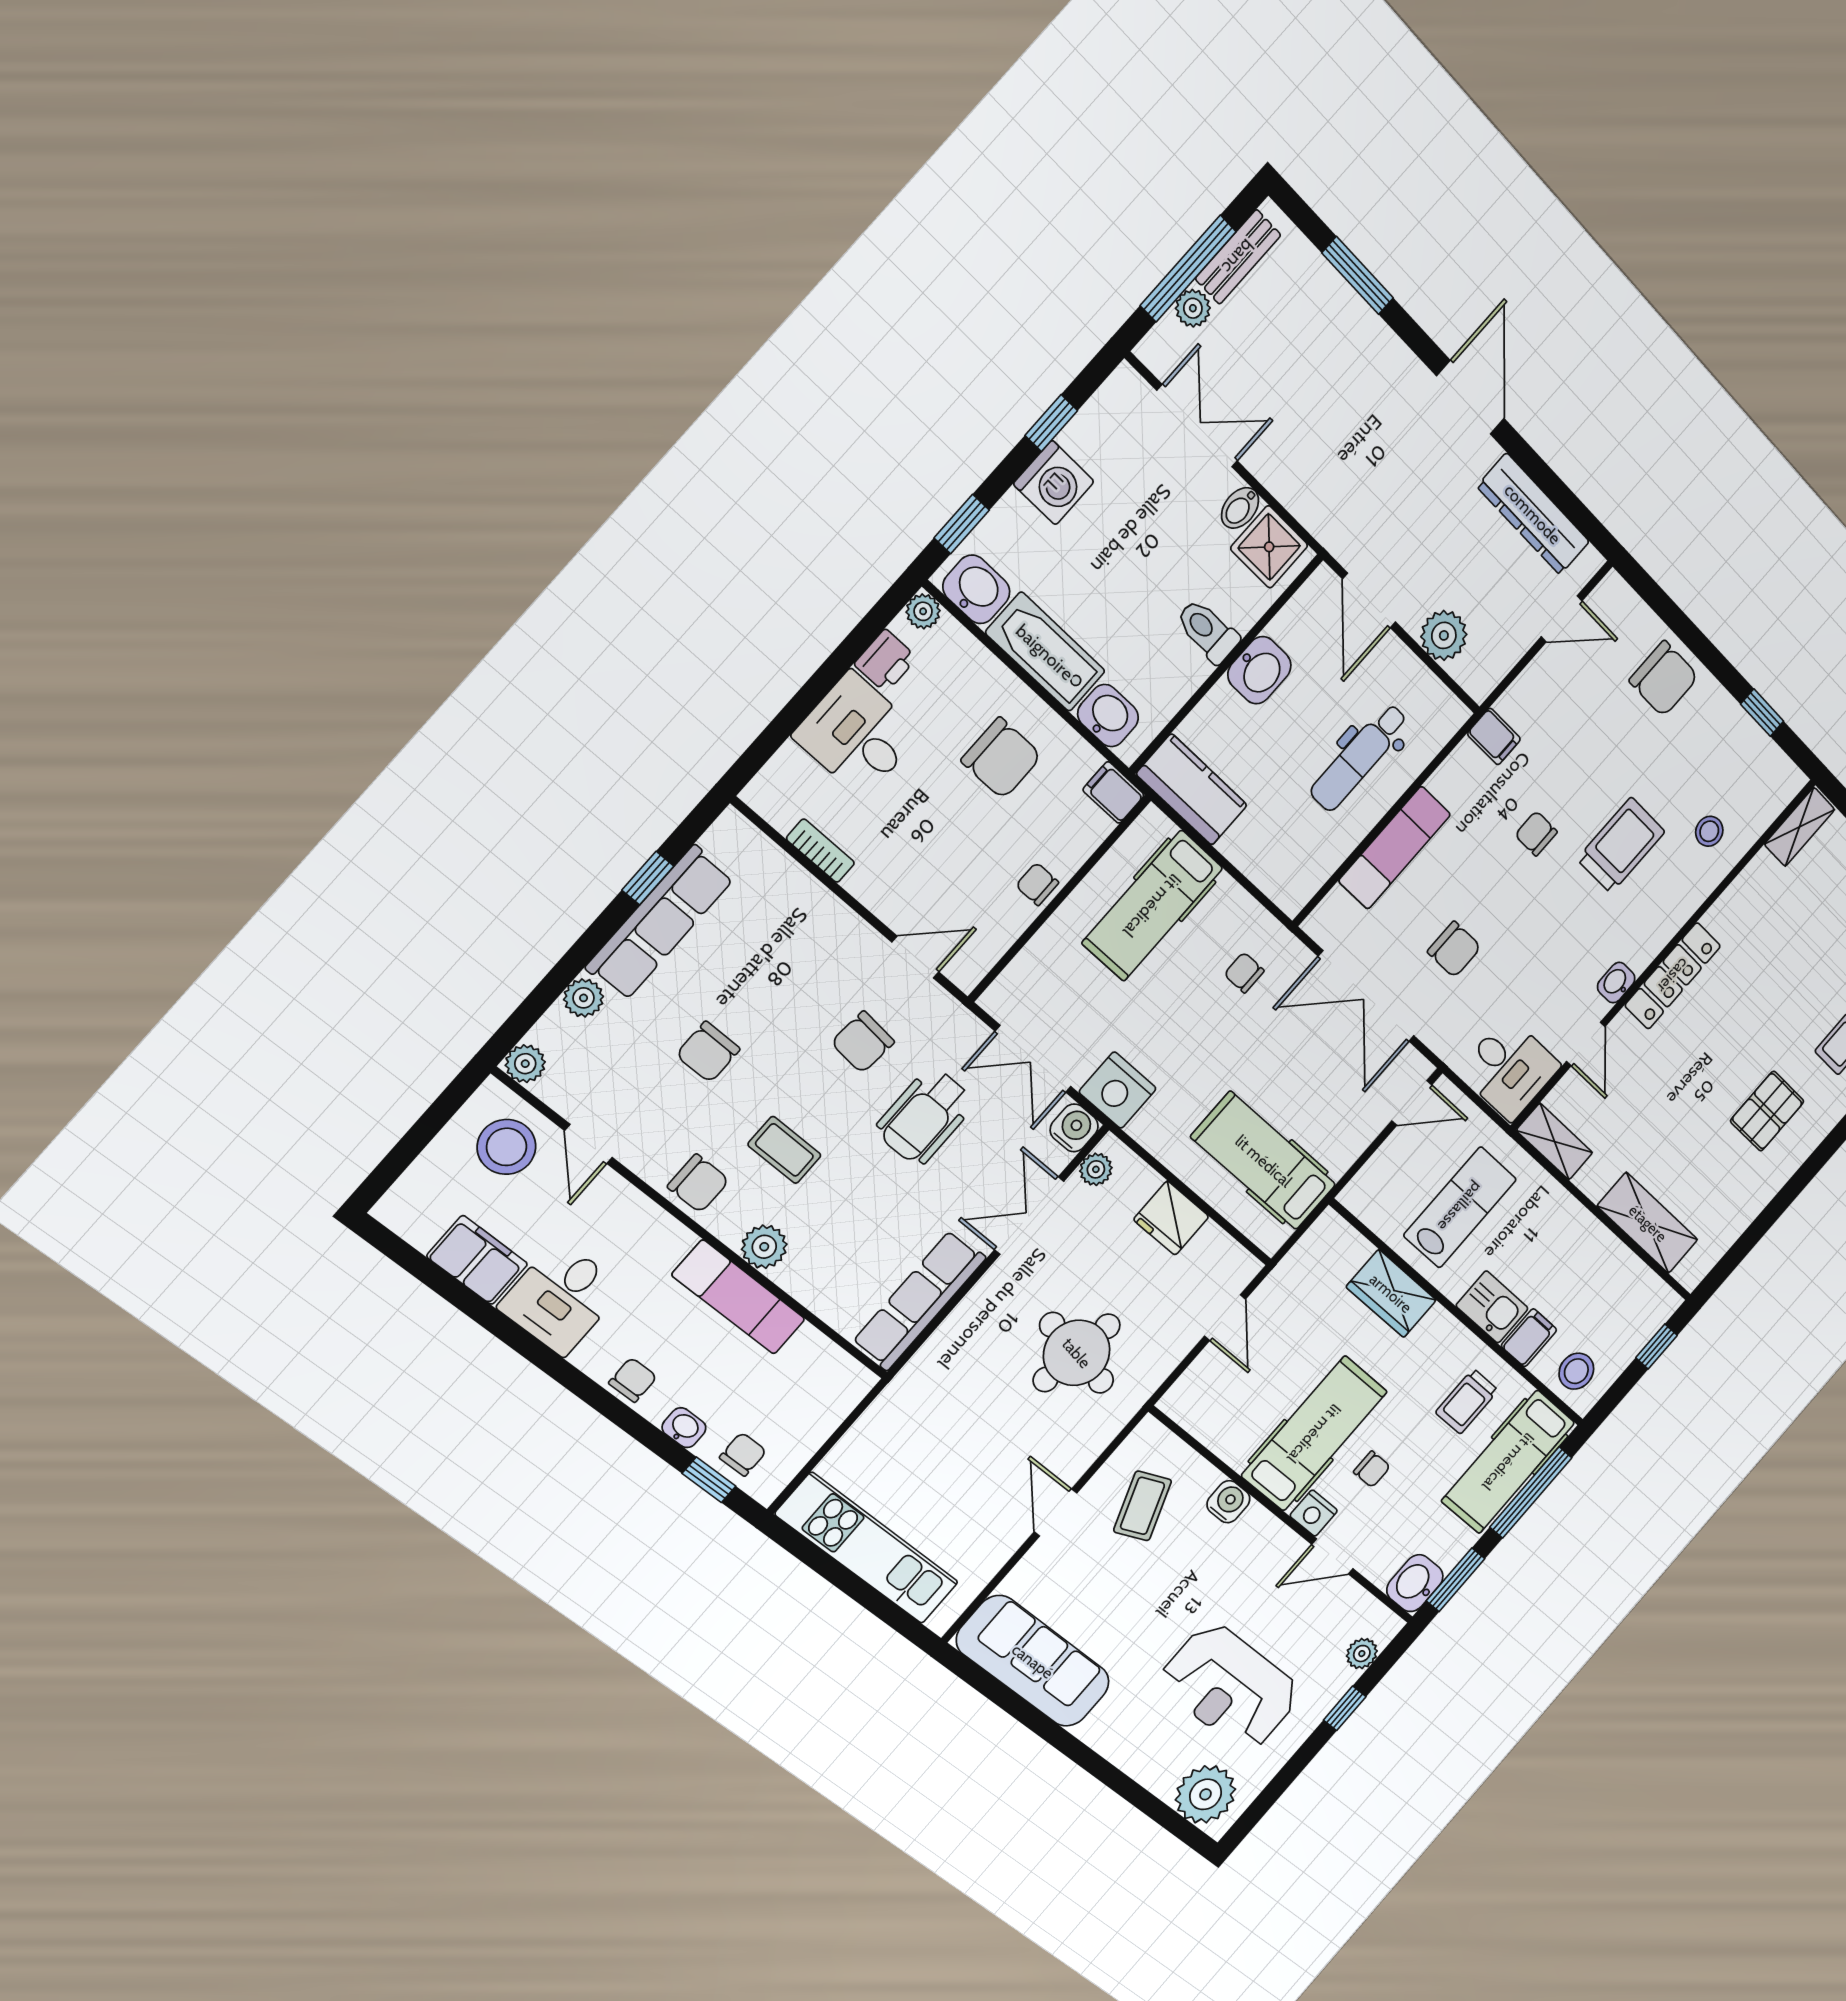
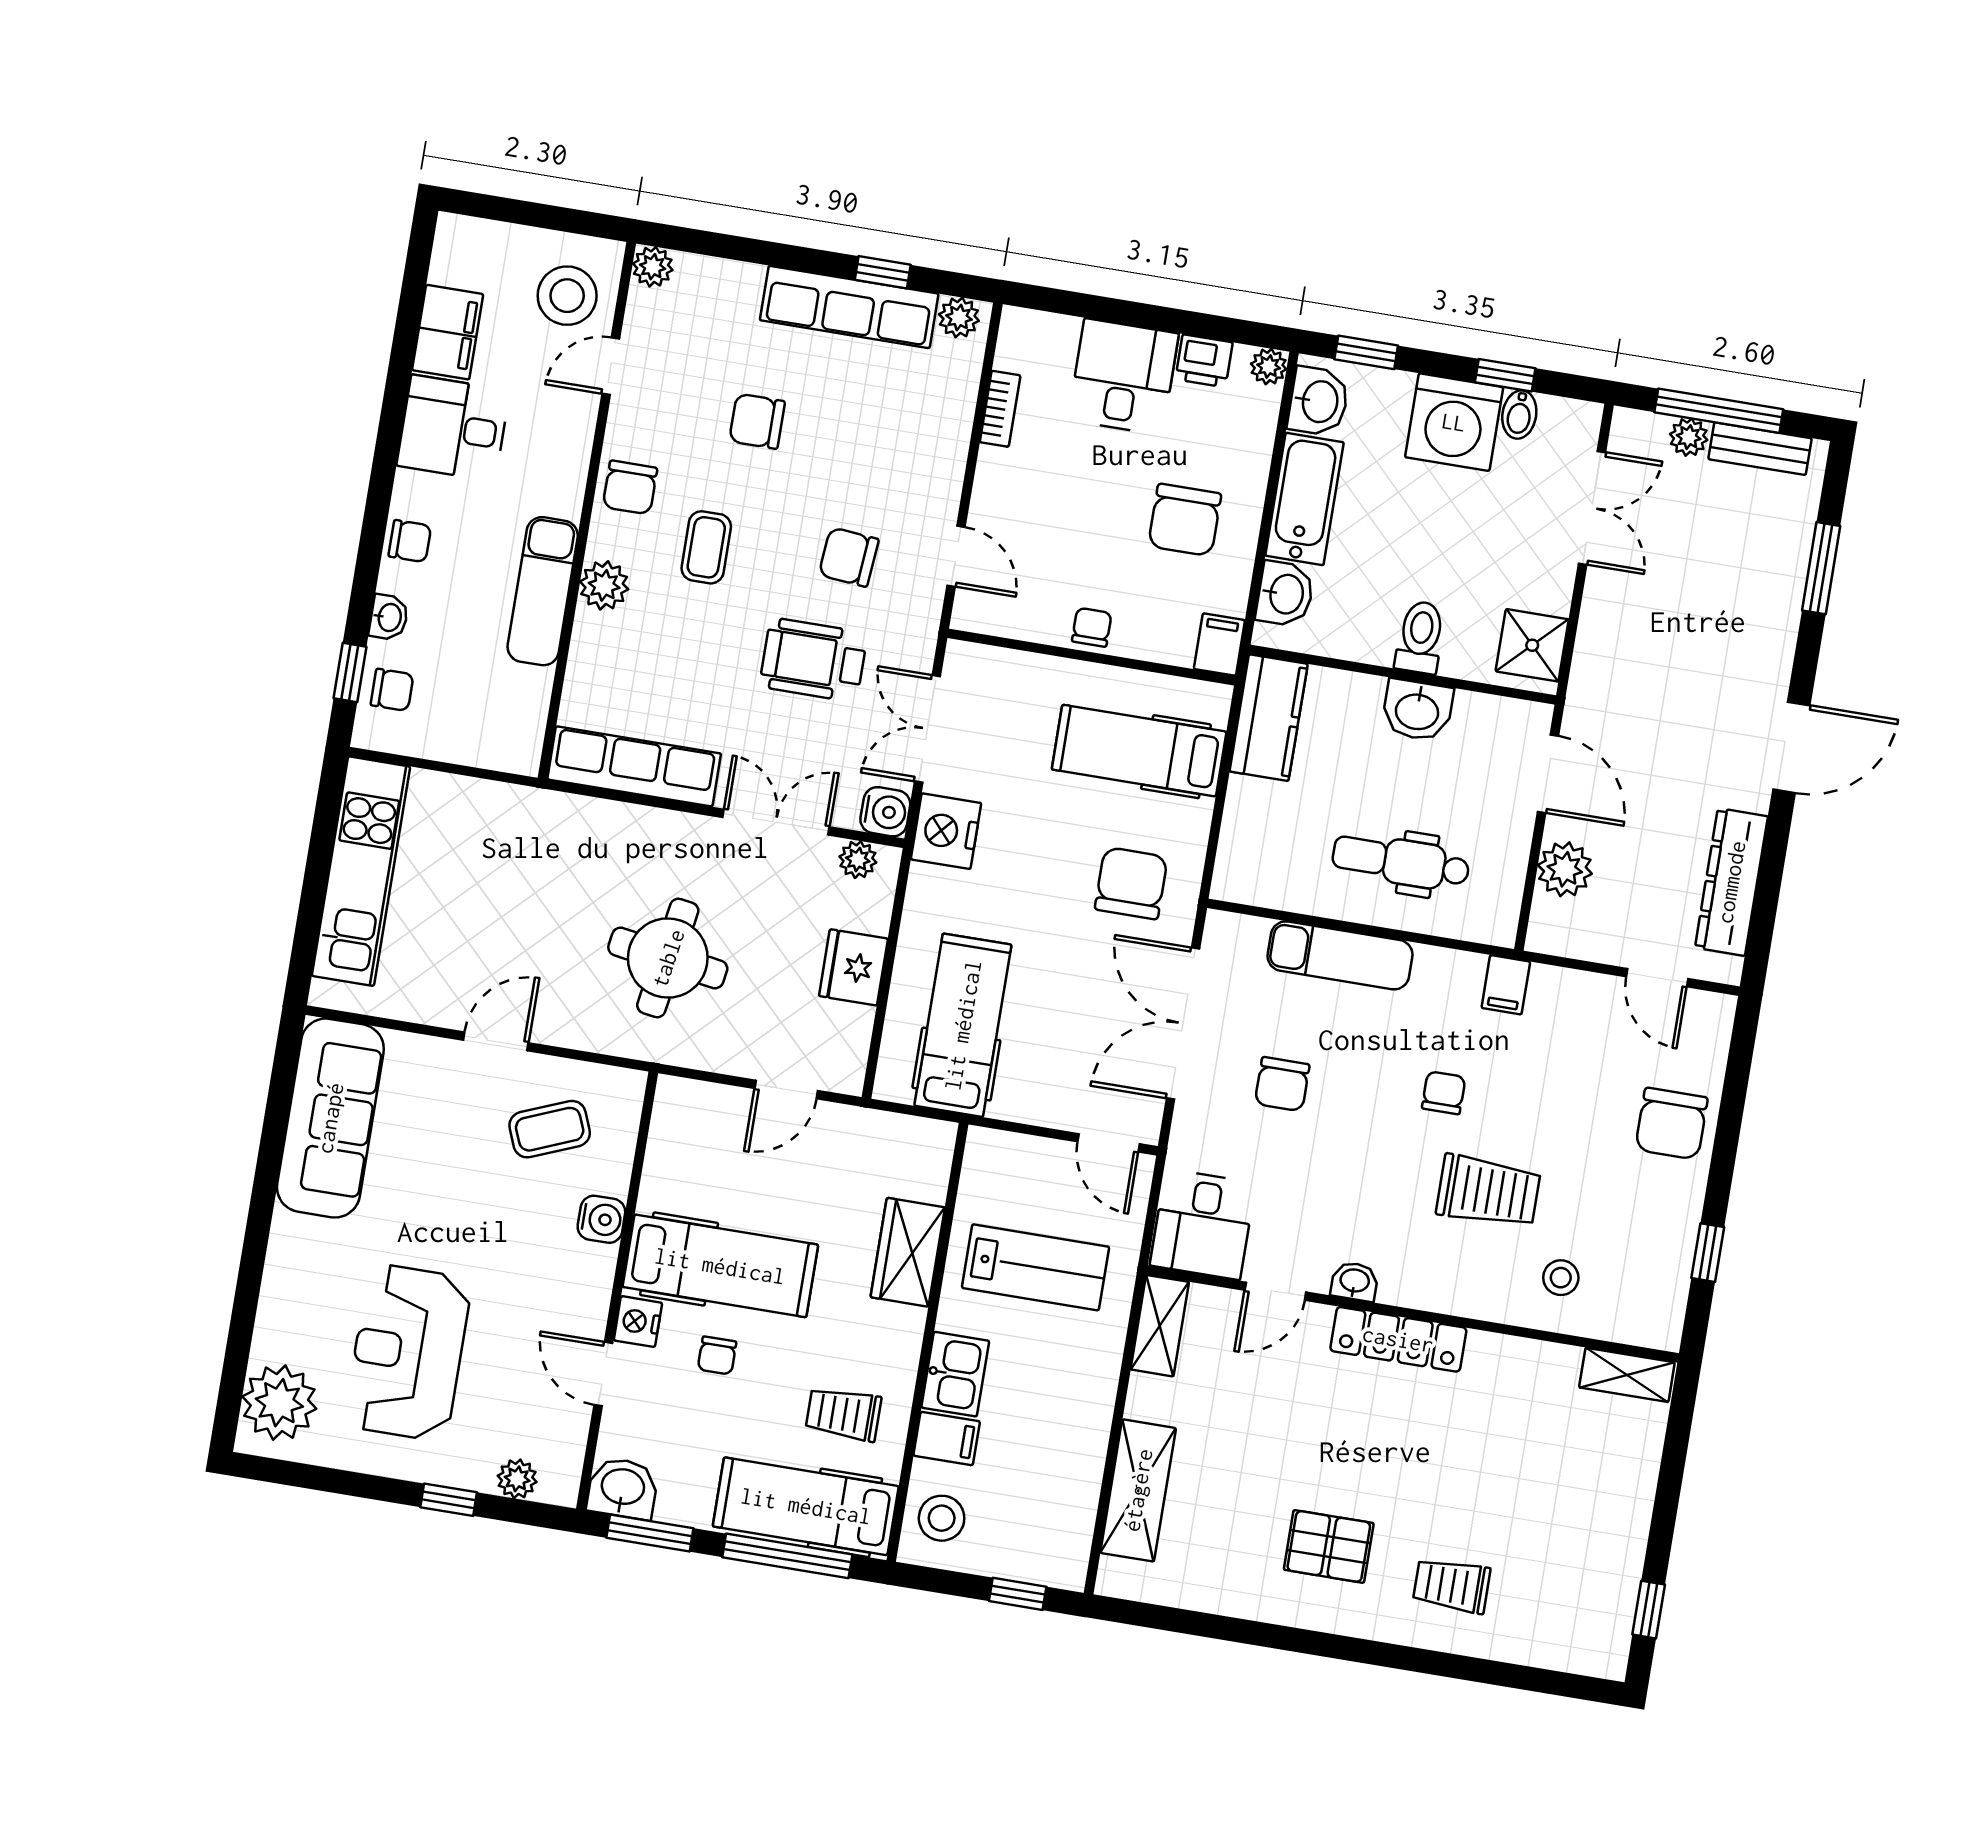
washing machine: (1054, 483) -> (1454, 422), width x1.37, depth x1.37
bidet: (1240, 508) -> (1519, 415), moved, turned -90
door: (1369, 601) -> (1548, 774), swing flipped
chair: (1244, 973) -> (1131, 883), width x1.87, depth x1.87
plant: (584, 998) -> (959, 317), moved

